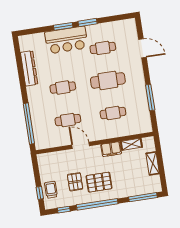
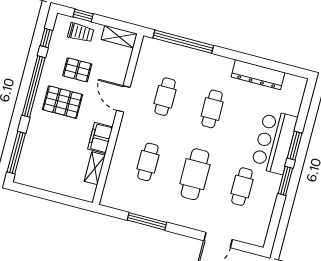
door: (81, 145) -> (123, 99), swing flipped
shelving: (153, 163) -> (119, 37), moved
pallet: (99, 182) -> (63, 102), turned 90

